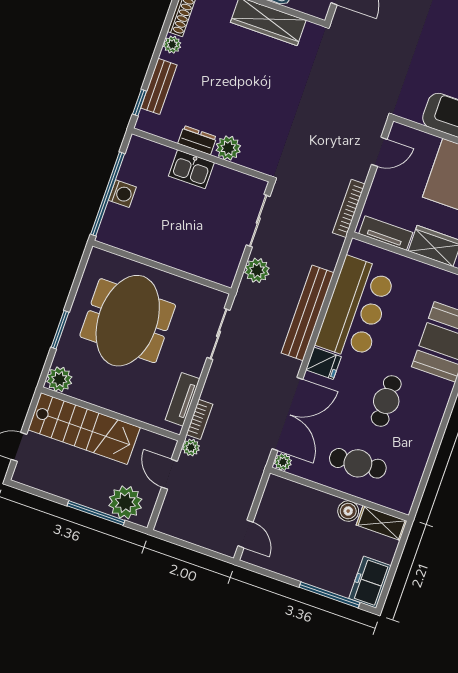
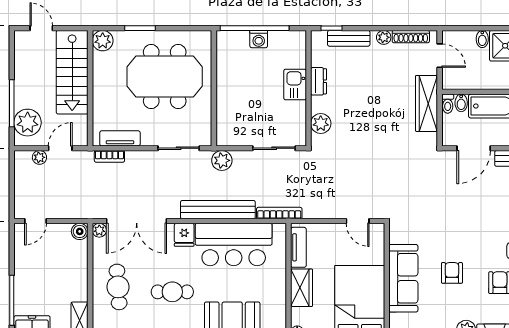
plant: (228, 148) -> (321, 123), moved
bookcase: (349, 208) -> (279, 213), moved
plant: (257, 270) -> (222, 160), moved
plant: (191, 447) -> (39, 157), moved
boiler: (348, 511) -> (80, 231), moved

